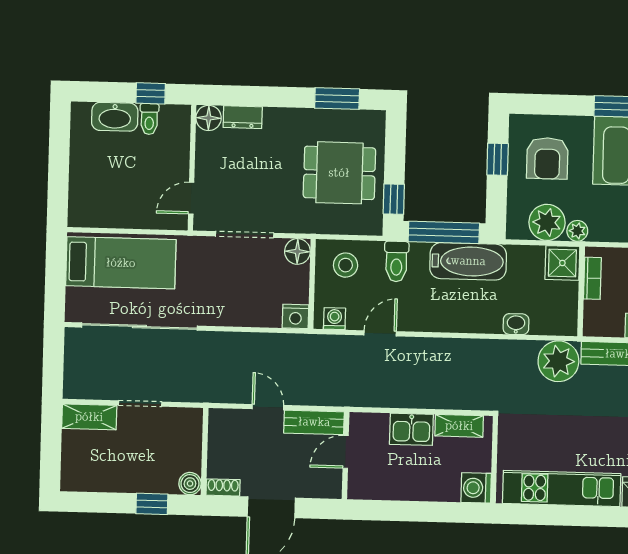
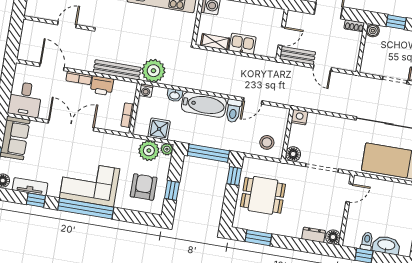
plant: (577, 231) -> (167, 149), moved
toilet: (396, 261) -> (233, 111), moved, turned 180
bathtub: (468, 261) -> (204, 105), moved, turned 180
shower: (562, 263) -> (159, 129), moved
washing machine: (335, 319) -> (146, 91), moved

